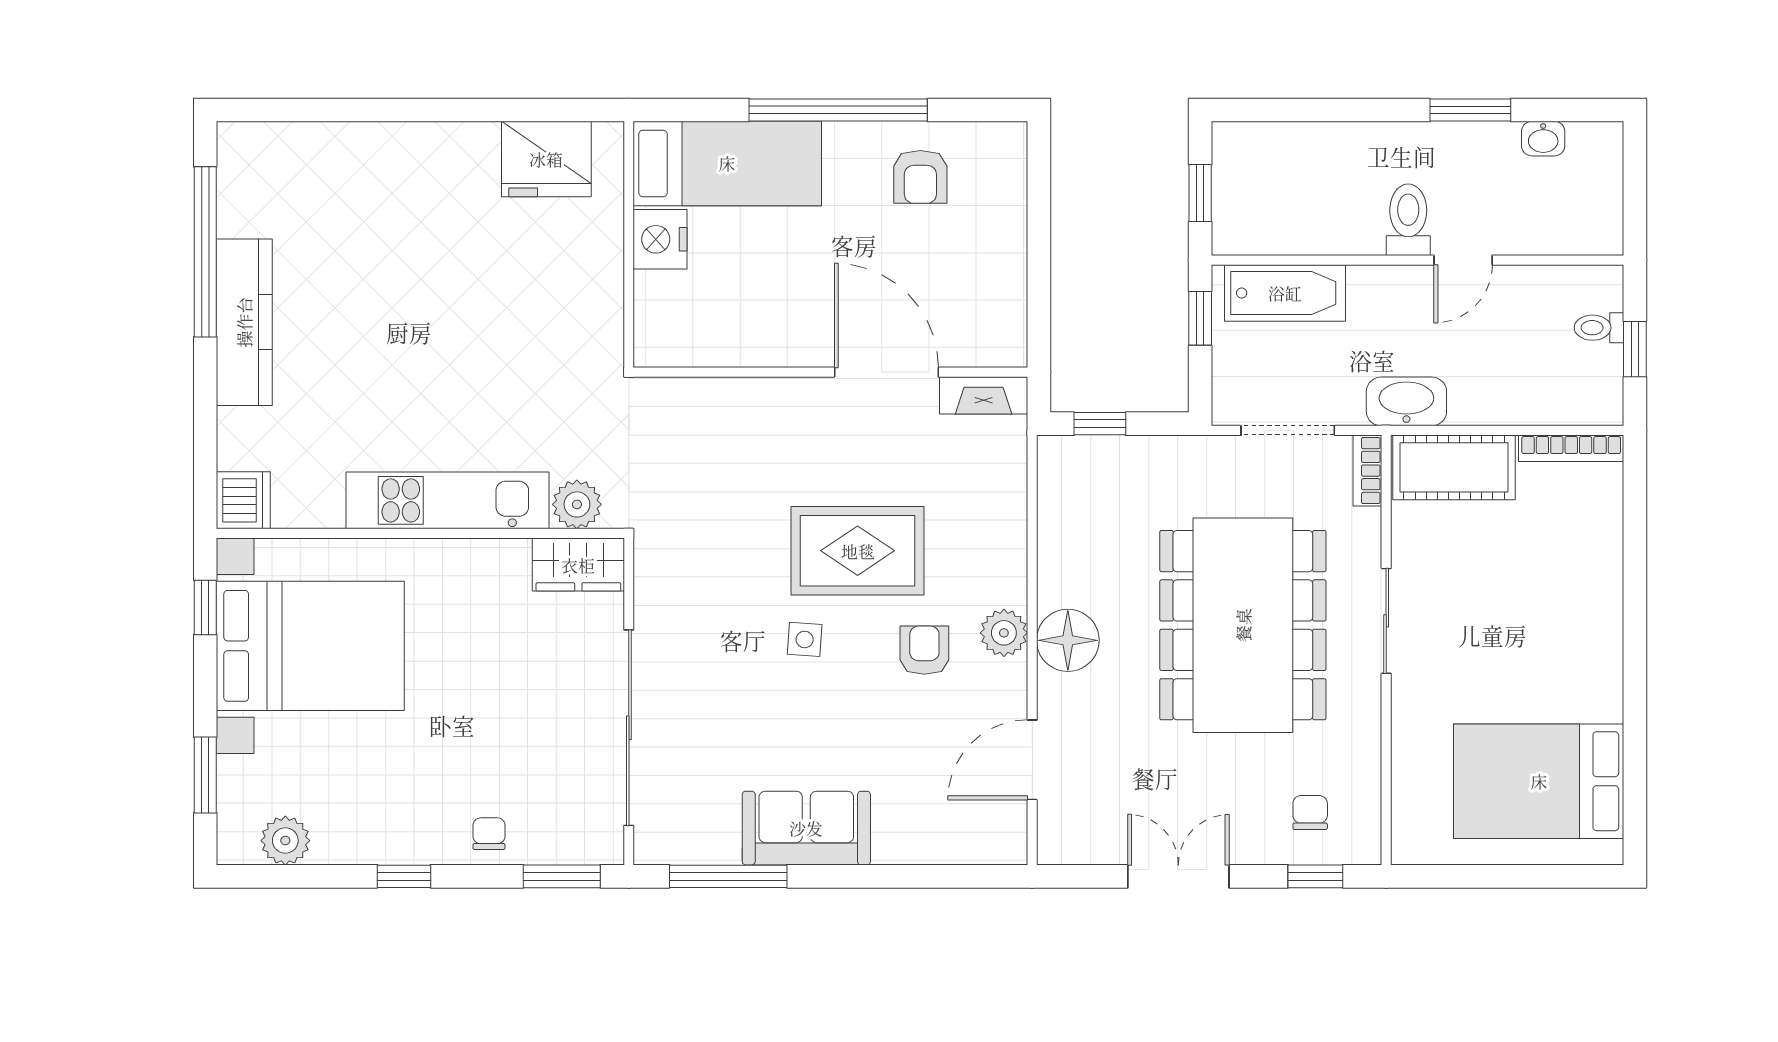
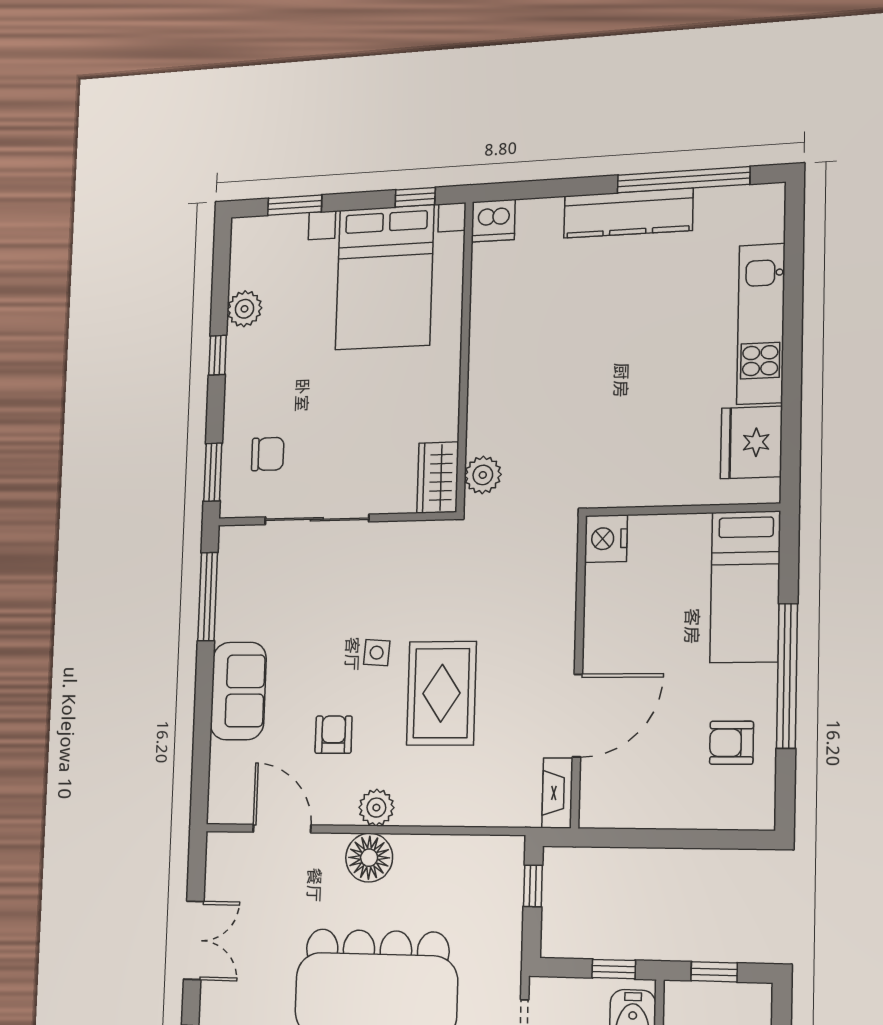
nightstand: (660, 239) -> (606, 539), moved, turned -90
kitchen unit: (447, 500) -> (761, 324), moved, turned 180
armchair: (924, 650) -> (334, 735), moved, turned -90
sliding door: (629, 728) -> (317, 519), width x0.73
sofa: (806, 828) -> (238, 691), moved
chair: (489, 834) -> (268, 454), moved, width x1.37, depth x1.37
plant: (285, 841) -> (244, 309), moved

